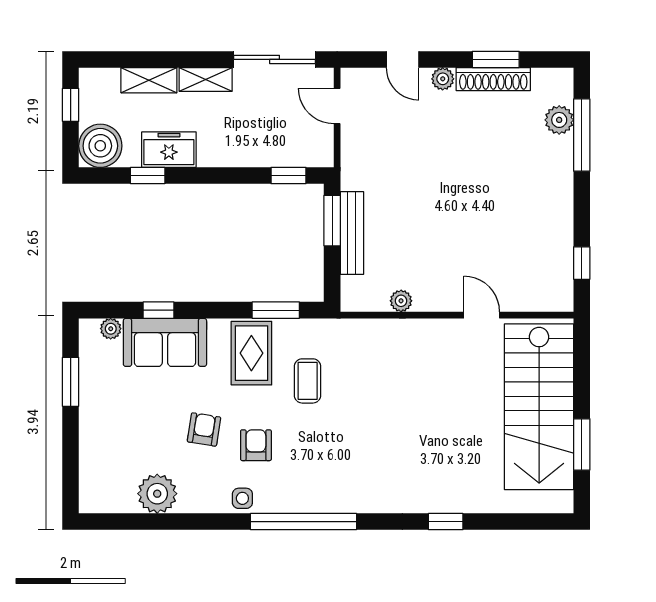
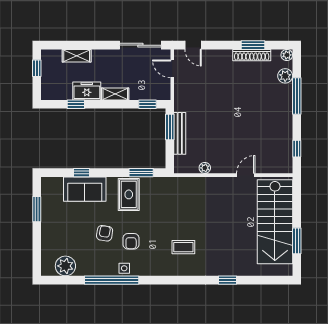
door: (403, 59) -> (193, 45), moved
plant: (443, 79) -> (287, 55), moved
shelving: (206, 80) -> (115, 94), moved
window: (582, 135) -> (297, 96), moved
boiler: (100, 146) -> (52, 89), removed
door: (482, 315) -> (246, 175), hinge flipped
plant: (111, 329) -> (57, 182), removed
coffee table: (308, 381) -> (183, 247), moved, turned 90
armchair: (256, 445) -> (131, 241), turned 180
plant: (157, 494) -> (65, 266), moved
window: (303, 522) -> (112, 280), moved

